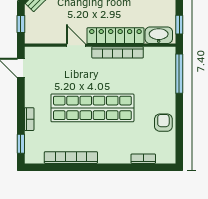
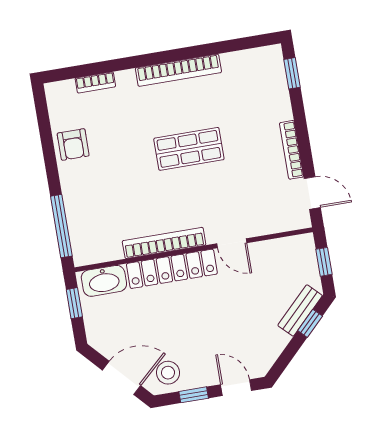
shop shelf: (92, 108) -> (189, 149), width x0.50, depth x0.74
bookcase: (29, 119) -> (291, 150), moved, width x1.56
bookcase: (71, 158) -> (178, 70), moved

